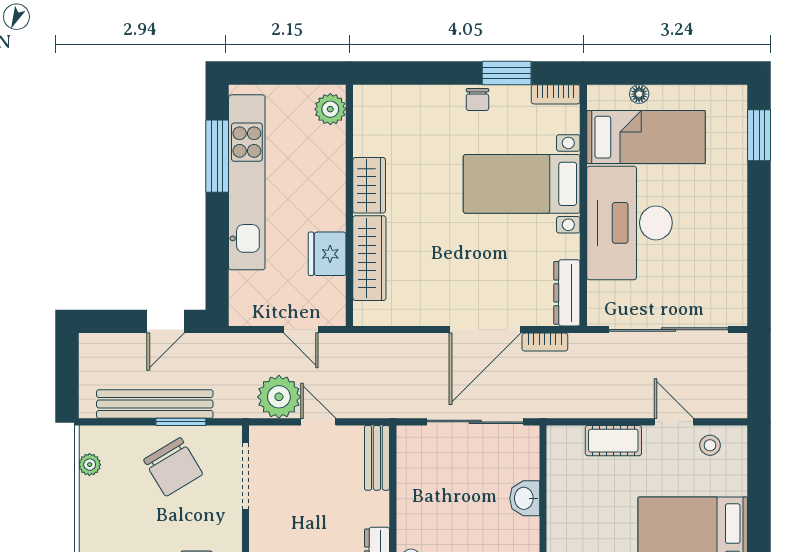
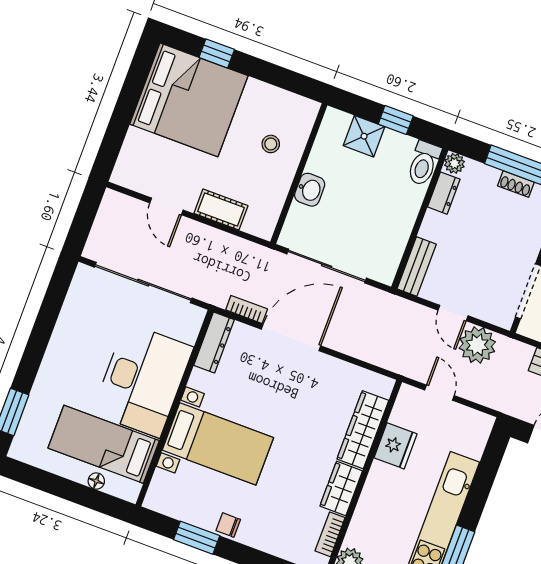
bookcase: (556, 94) -> (330, 534), moved, turned -90
chair: (477, 100) -> (228, 525), turned -90
stool: (710, 445) -> (271, 144), moved

